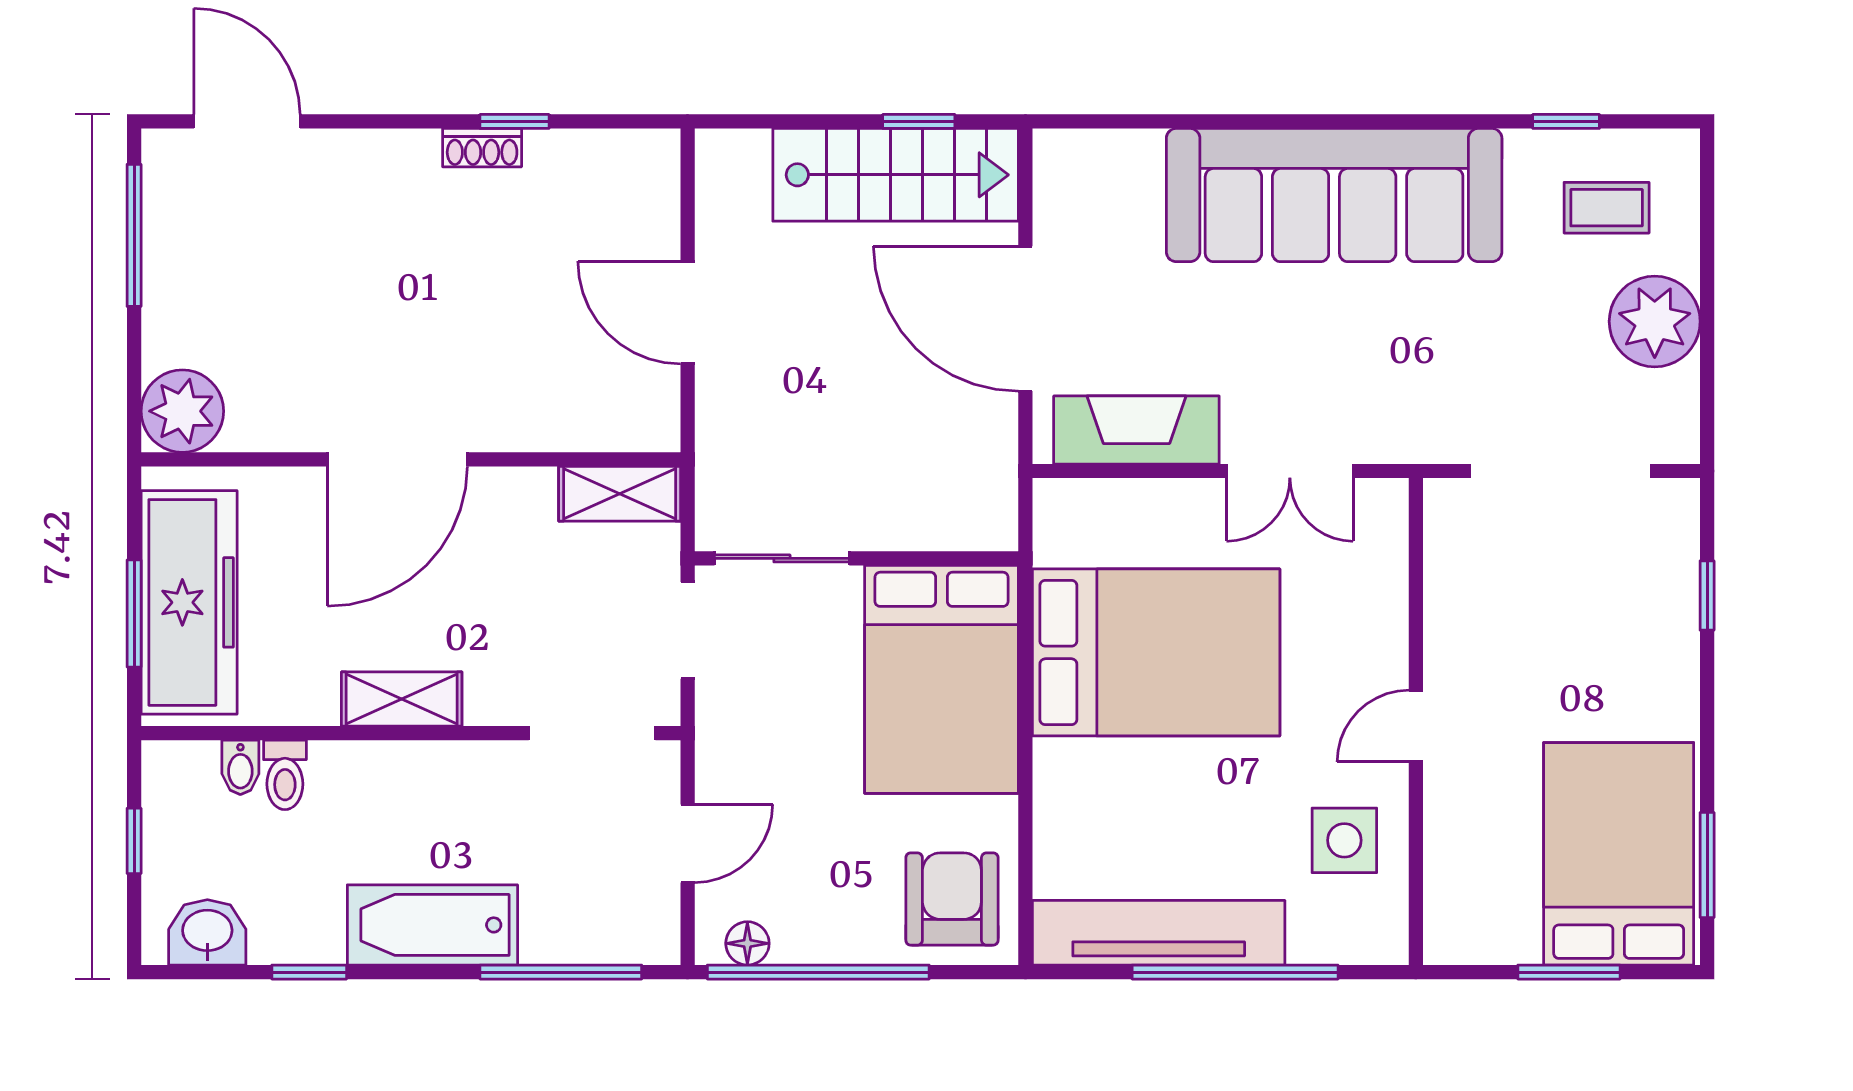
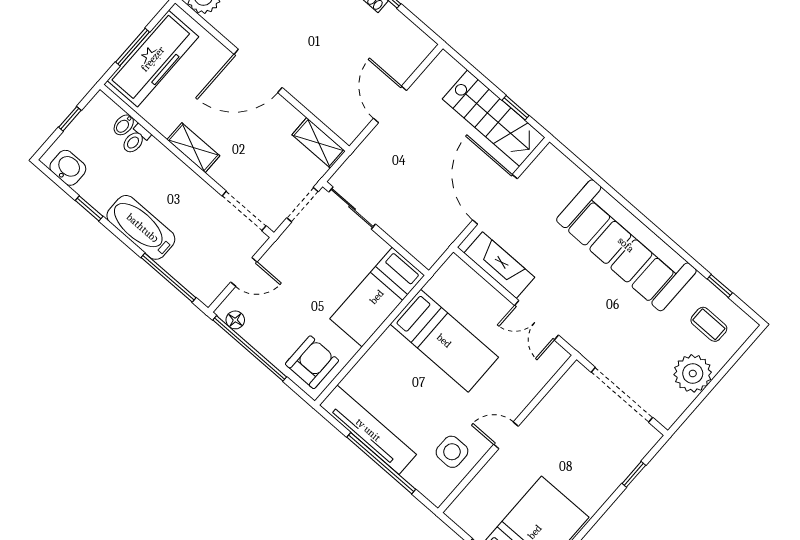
bed: (1156, 652) -> (444, 341), width x0.67
bed: (942, 679) -> (377, 297), width x0.67

